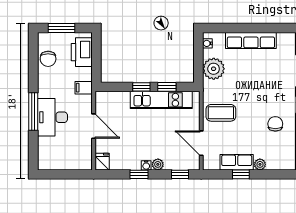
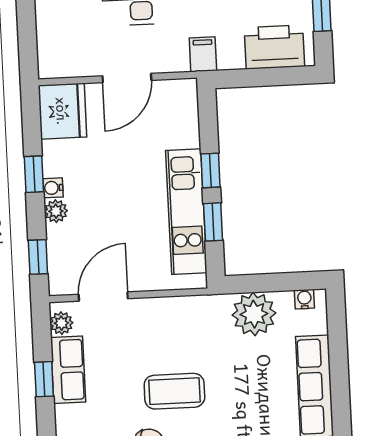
coffee table: (221, 113) -> (174, 391), moved, turned 90
fridge: (102, 162) -> (62, 111), width x1.88, depth x1.34
plant: (260, 164) -> (61, 323), moved

